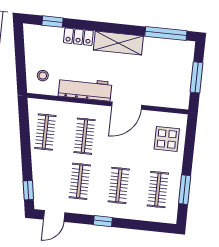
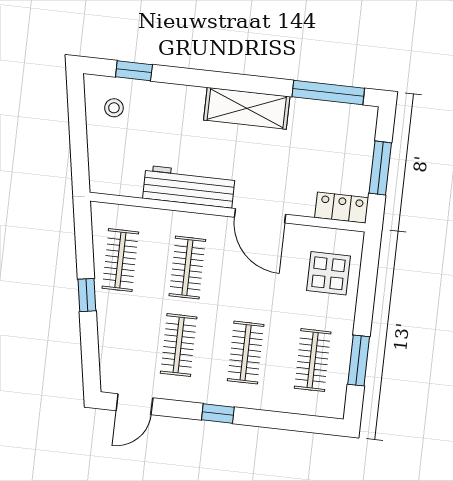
locker: (78, 37) -> (342, 208), moved, turned 180
stool: (43, 76) -> (114, 108), moved
door: (127, 106) -> (260, 216), hinge flipped
window: (28, 190) -> (87, 295), moved

